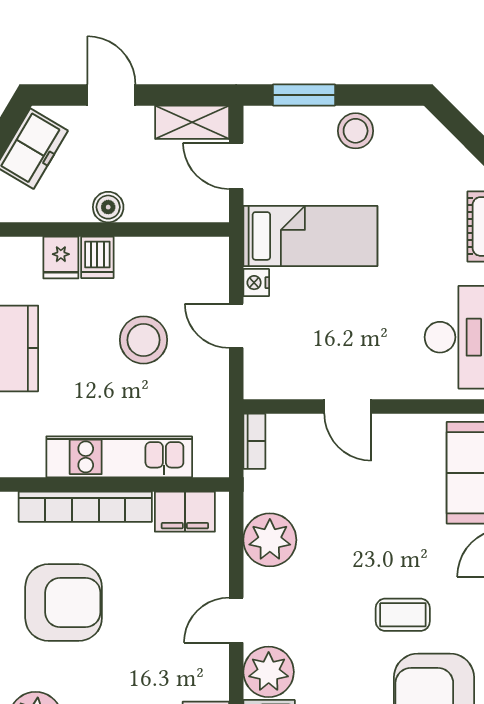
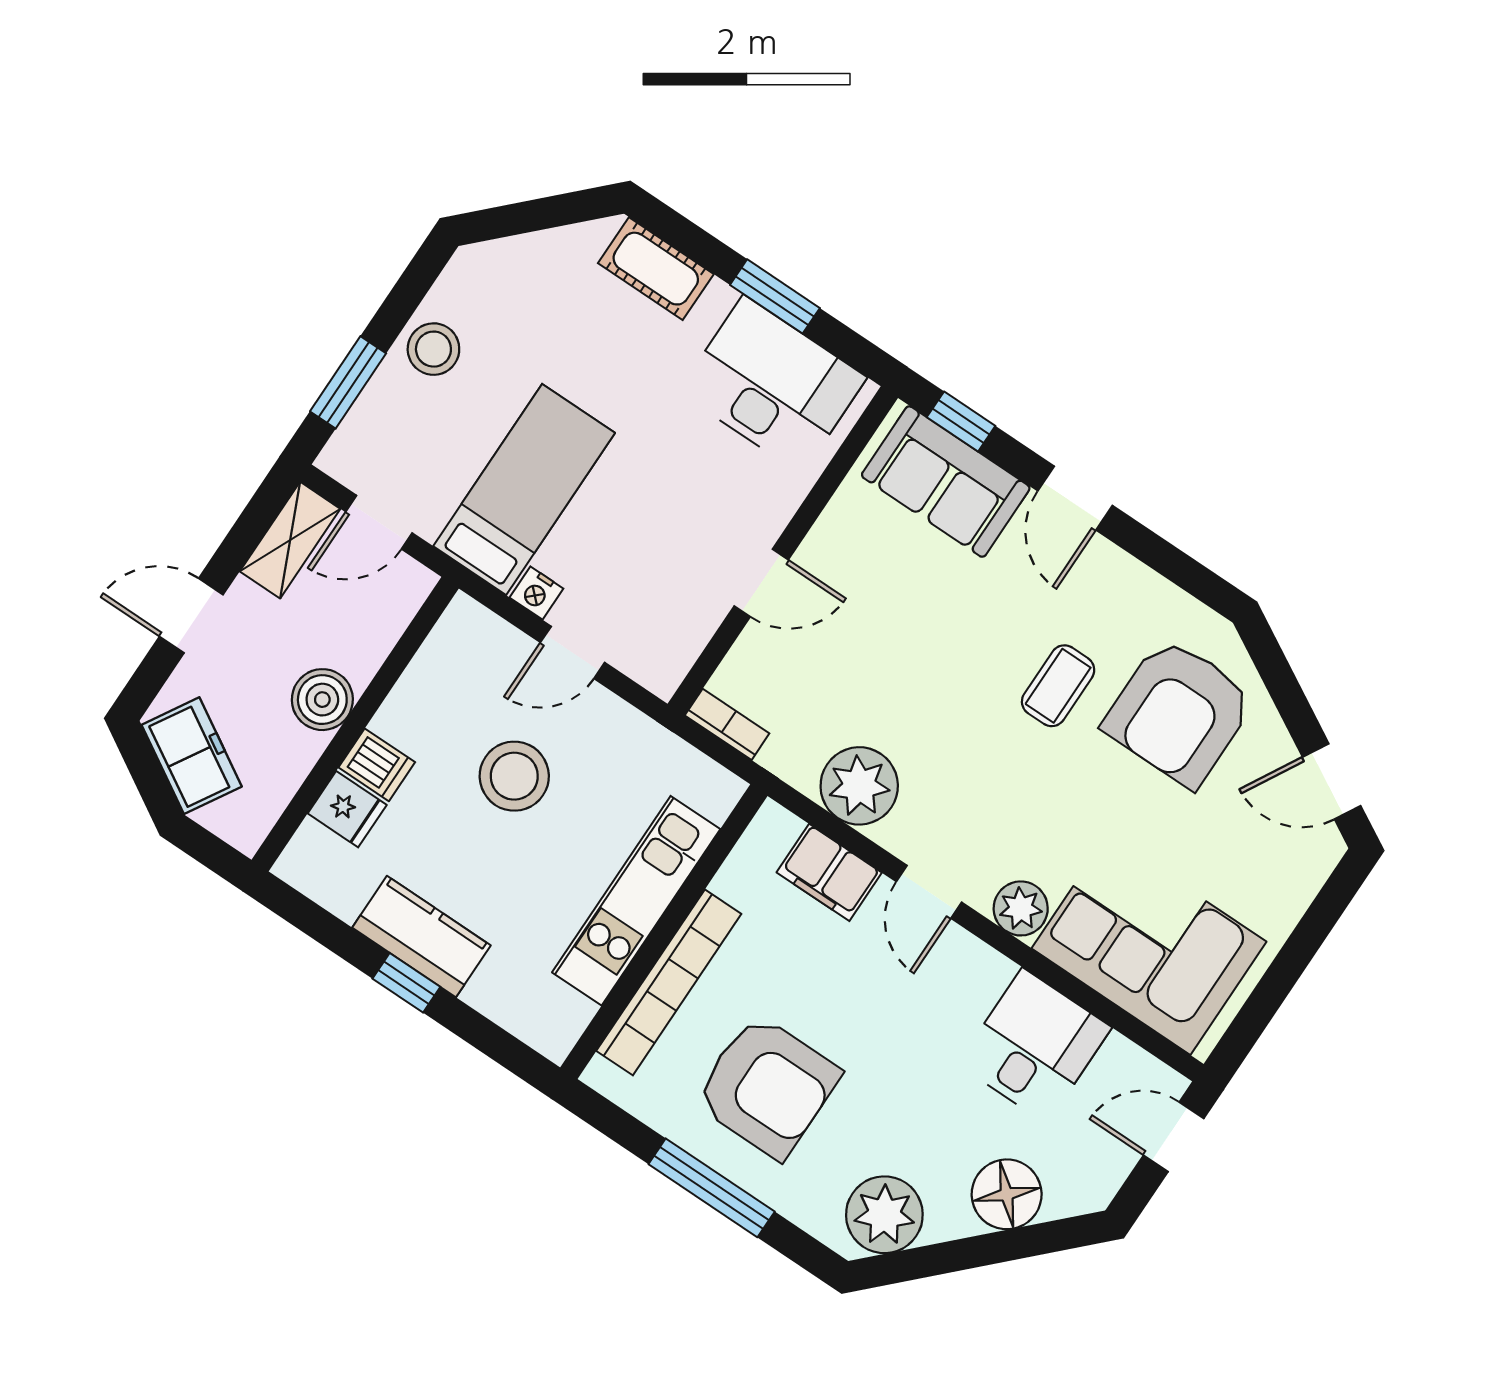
boiler: (108, 207) -> (322, 700), width x1.36, depth x1.36
filing cabinet: (185, 512) -> (829, 872), moved, turned 90
armchair: (64, 602) -> (767, 1087), turned 90
plant: (269, 672) -> (1021, 908), width x0.73, depth x0.73

